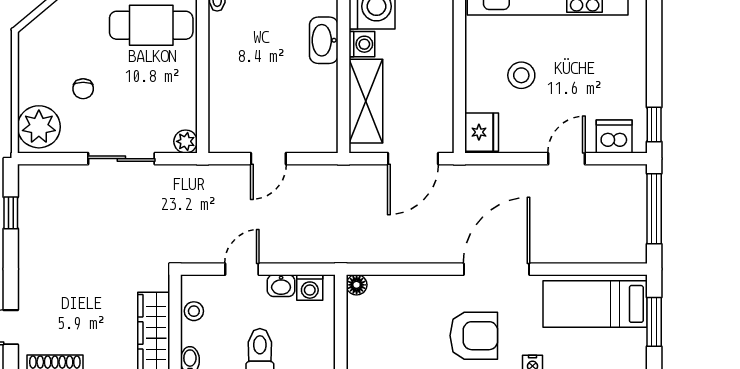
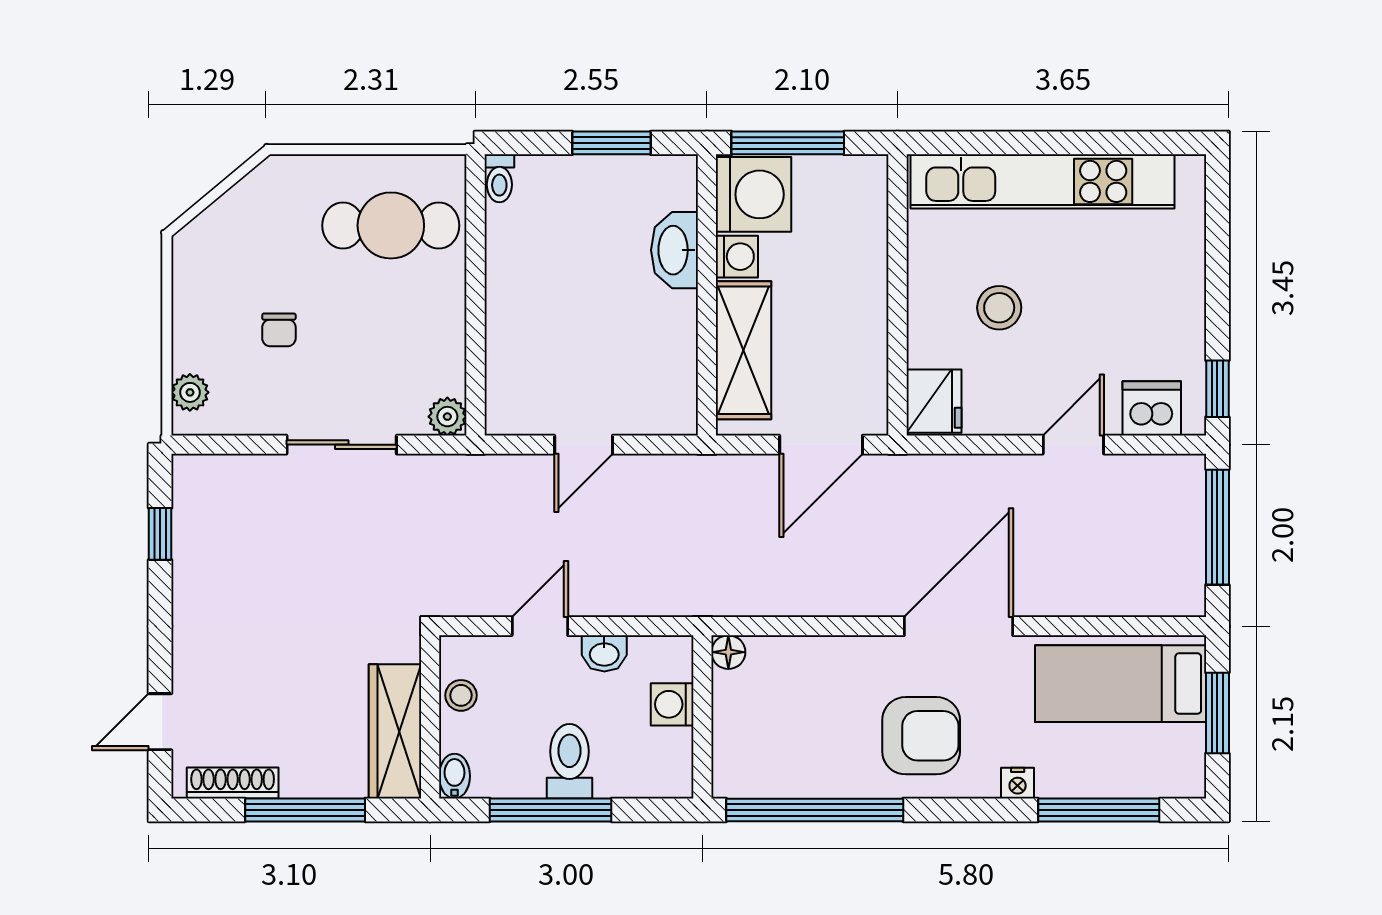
plant: (39, 127) -> (190, 392), width x0.53, depth x0.53
washing machine: (310, 287) -> (672, 704), moved, turned 90

